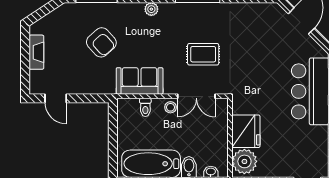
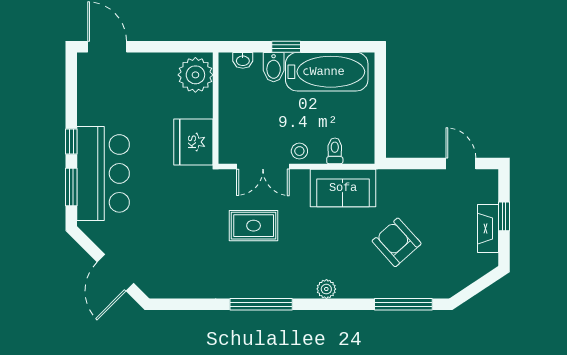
window: (25, 61) -> (504, 216), added
double door: (196, 96) -> (263, 166), swing flipped
fridge: (246, 131) -> (193, 142), moved

